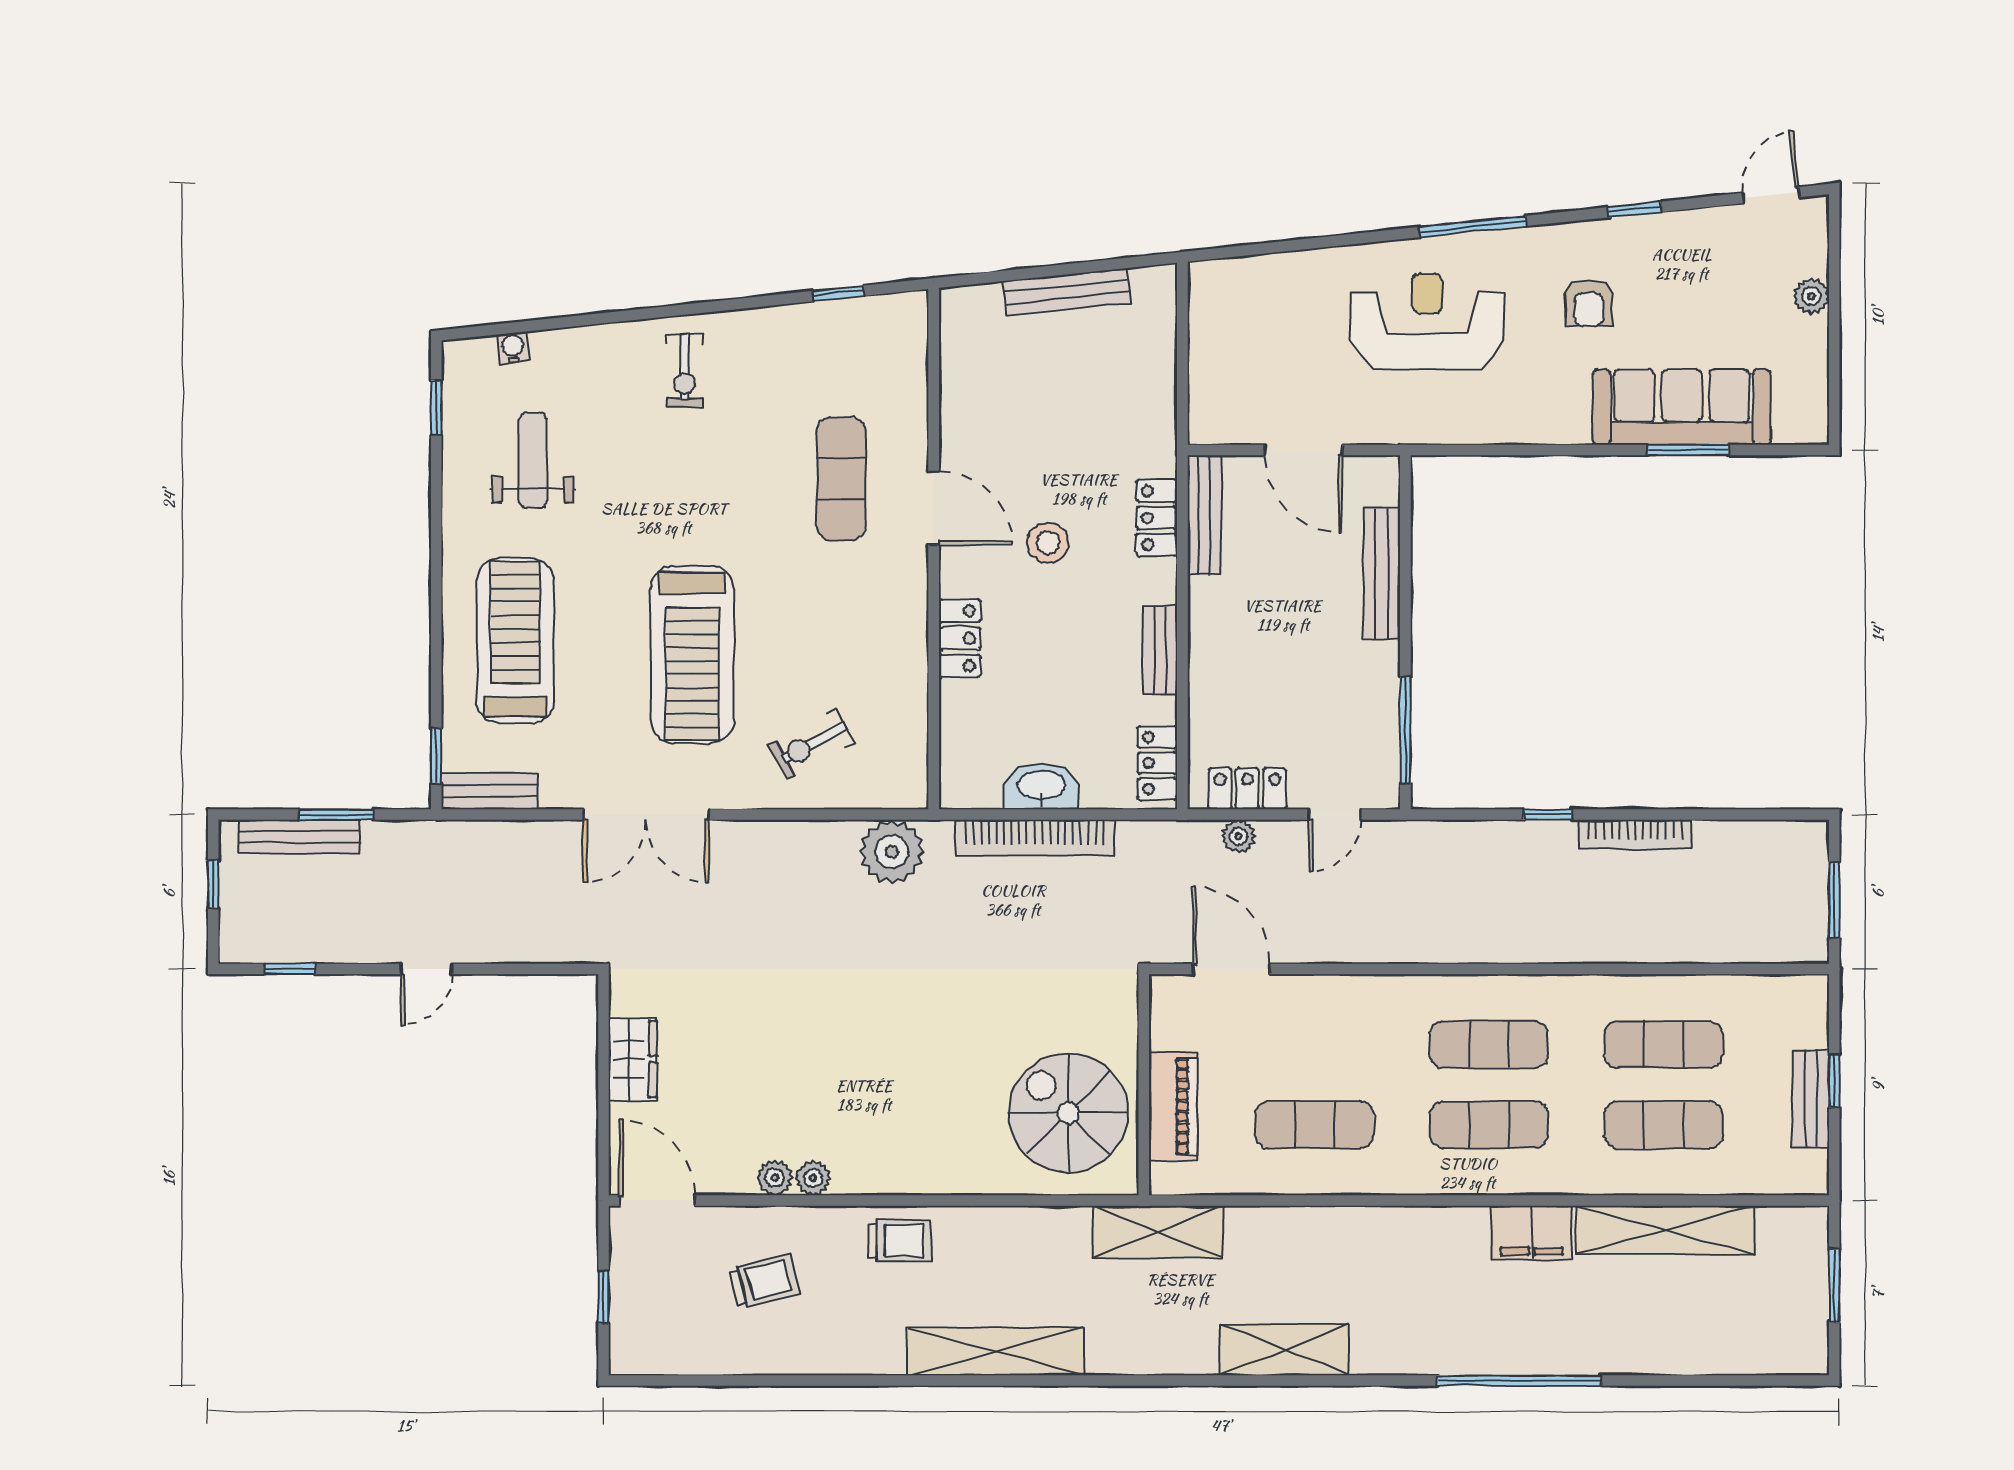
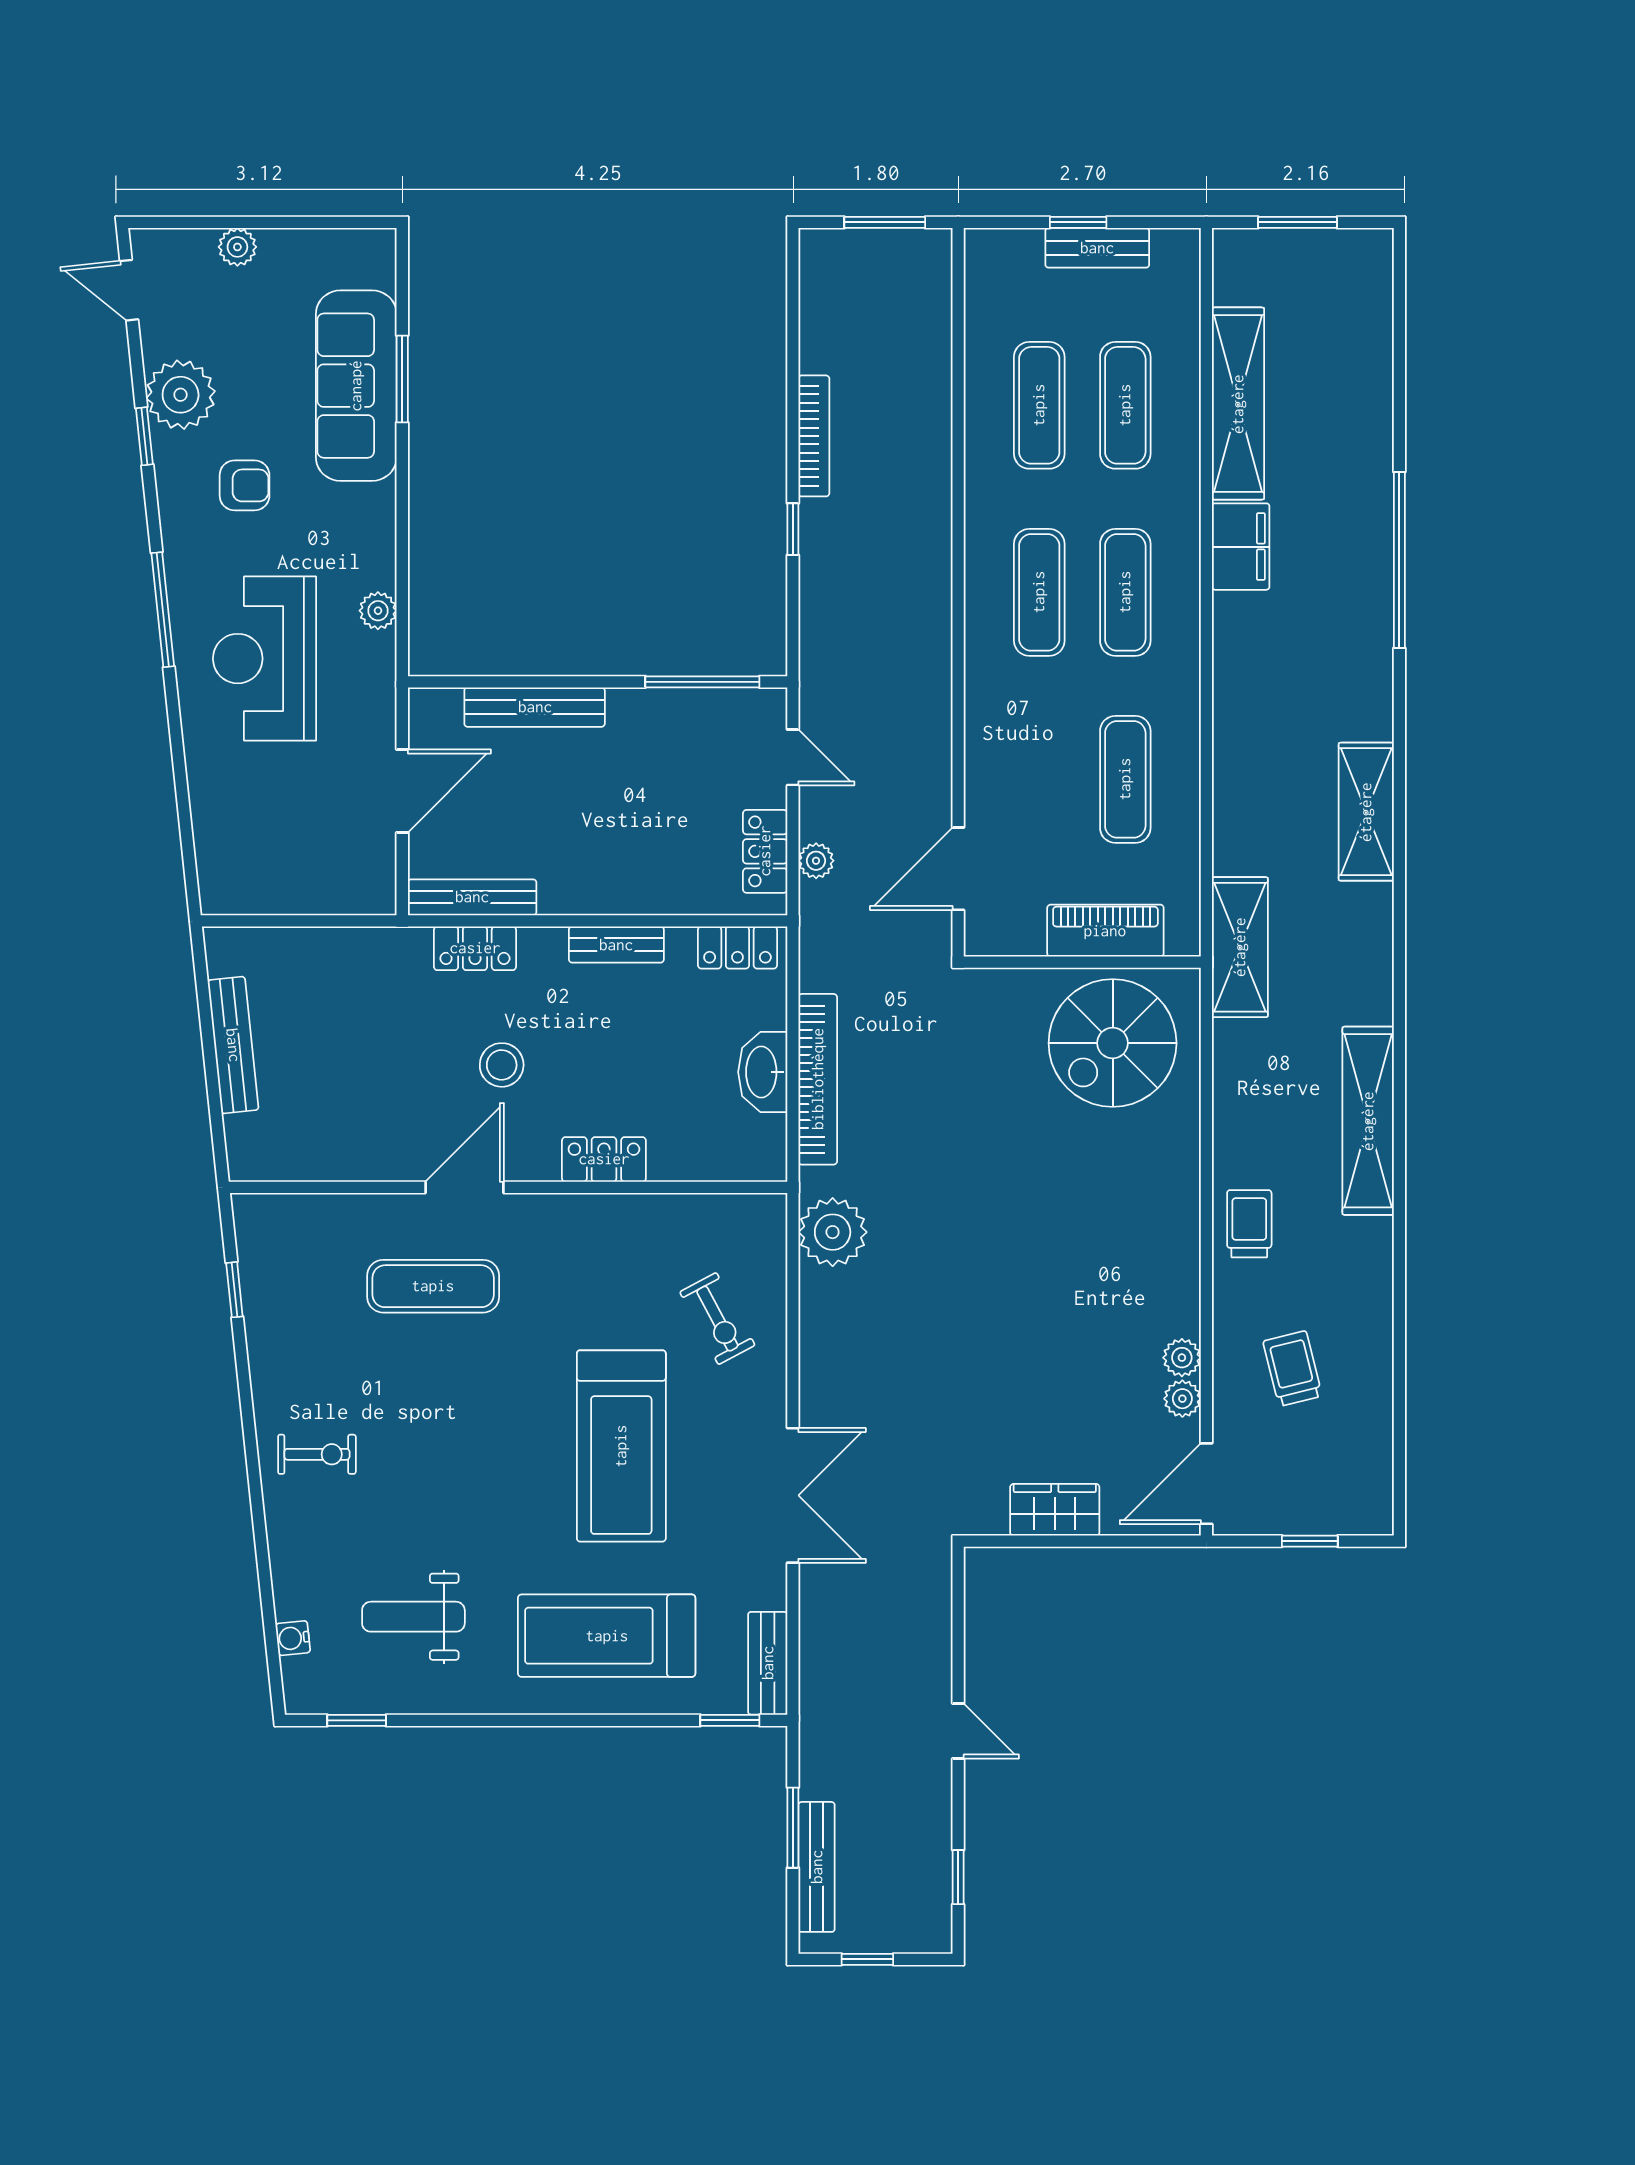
plant: (1673, 243) -> (181, 395), added
plant: (1472, 427) -> (378, 611), added
treadmill: (692, 654) -> (621, 1446), turned 90
plant: (813, 1178) -> (1182, 1399), moved

